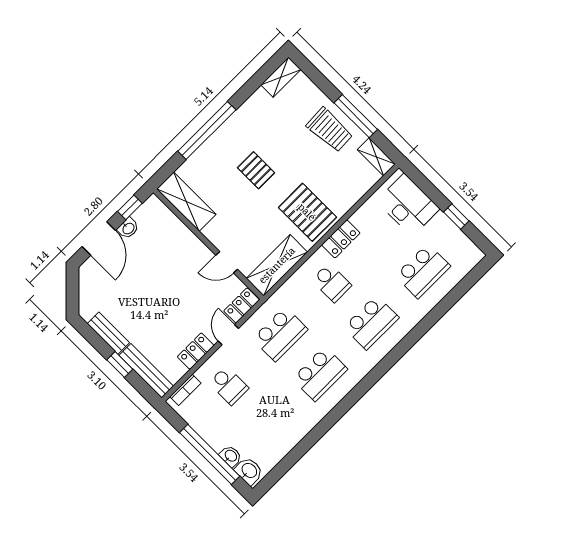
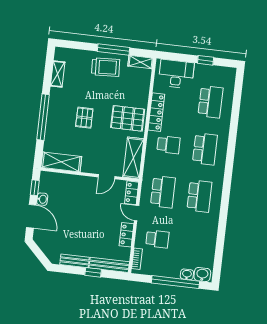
shelving: (281, 77) -> (58, 74), moved
pallet: (256, 170) -> (84, 118), turned 90
locker: (341, 239) -> (156, 112), width x1.53

